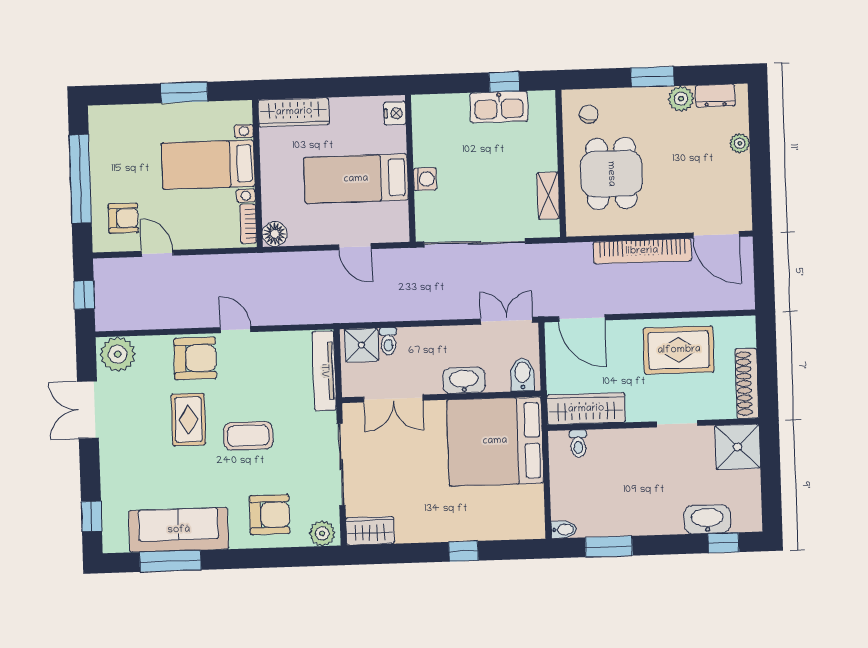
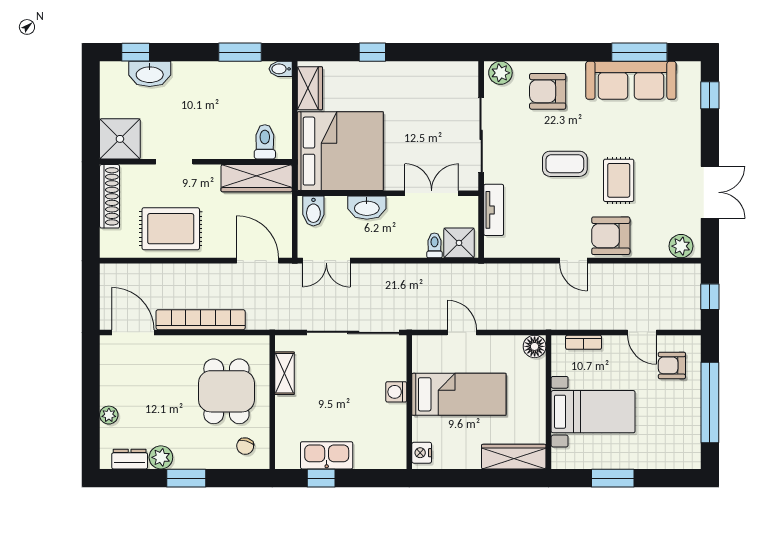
bookcase: (248, 224) -> (584, 342), moved, turned 90
plant: (118, 354) -> (681, 246), width x0.73, depth x0.73
tv unit: (324, 371) -> (494, 210), width x0.71
toilet: (578, 444) -> (265, 142), width x1.37, depth x1.39
wardrobe: (370, 531) -> (310, 88), moved, turned -90

